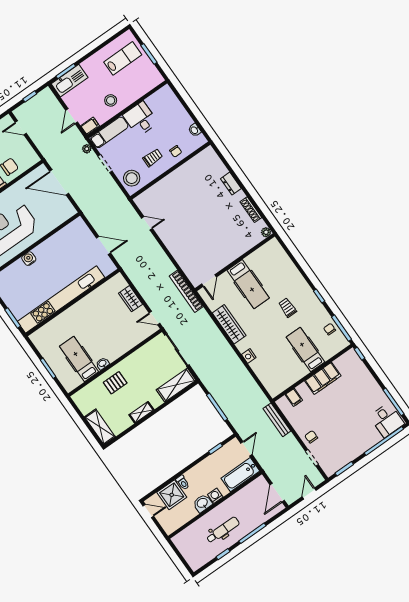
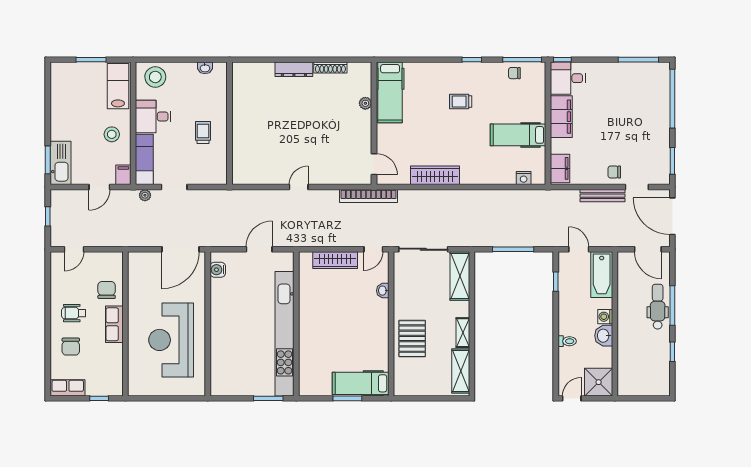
lab bench: (123, 58) -> (118, 86), moved
door: (72, 116) -> (99, 187), hinge flipped
chair: (176, 151) -> (213, 104), removed
stool: (132, 178) -> (155, 77), moved
door: (59, 182) -> (181, 249), moved
dresser: (231, 184) -> (294, 69), width x1.44
door: (147, 223) -> (299, 187), moved
plant: (266, 232) -> (365, 103), moved
water cooler: (29, 259) -> (218, 270), moved
hospital bed: (248, 284) -> (390, 92), moved, turned 90
wardrobe: (131, 299) -> (335, 260), width x1.50
hospital bed: (305, 350) -> (518, 135), moved
nightstand: (249, 356) -> (524, 178), moved
hospital bed: (79, 359) -> (361, 383), moved
washbasin: (103, 364) -> (383, 291), moved
pallet: (115, 383) -> (412, 339), width x1.50, depth x1.42
filing cabinet: (294, 397) -> (560, 168), width x2.00
bench: (277, 420) -> (603, 196), moved
desk: (387, 420) -> (568, 78), moved, turned 180
shelving: (100, 427) -> (461, 371), moved, turned 90
door: (309, 494) -> (672, 216), width x1.87
shower: (172, 495) -> (599, 382), moved
dental chair: (223, 530) -> (658, 307), moved

